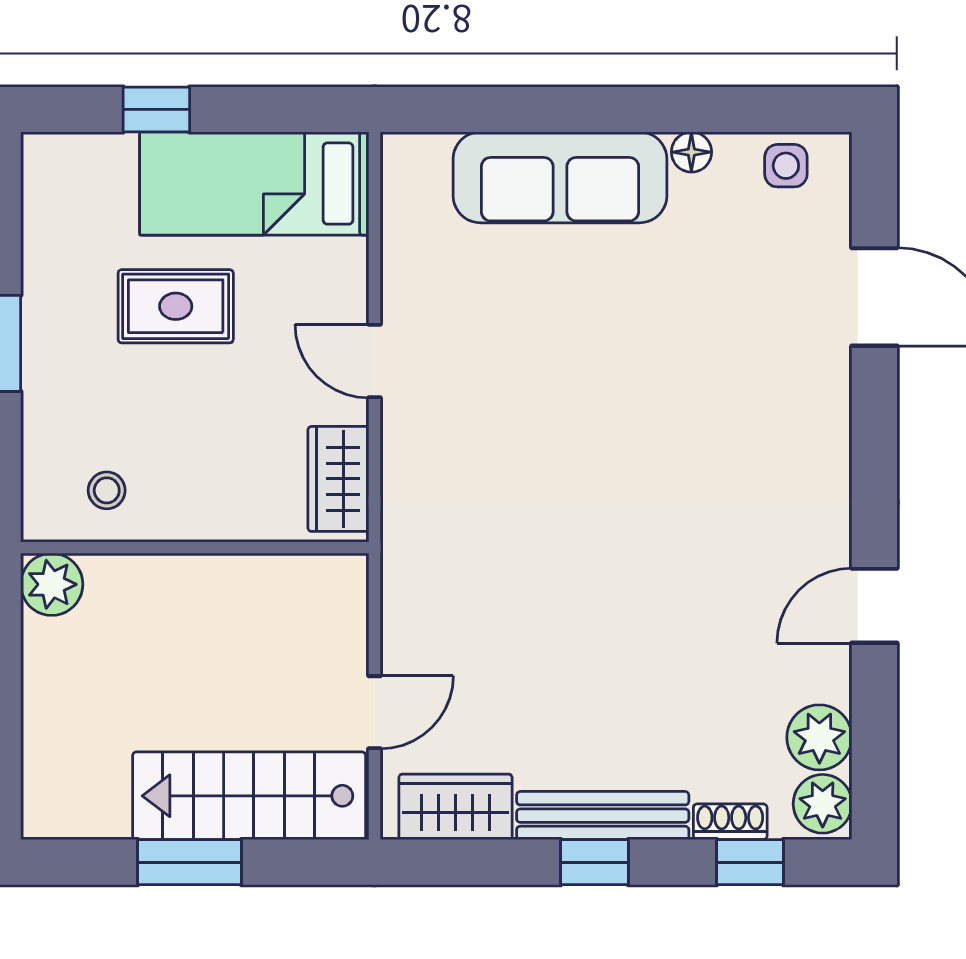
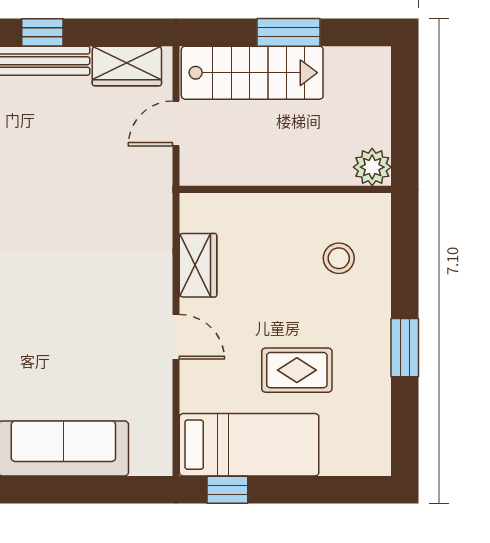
window: (156, 109) -> (227, 490), moved
stool: (107, 490) -> (339, 258), width x1.37, depth x1.37
wall: (195, 548) -> (285, 189), moved
plant: (52, 584) -> (372, 167), moved

